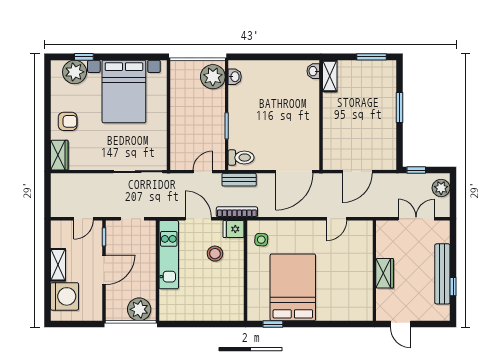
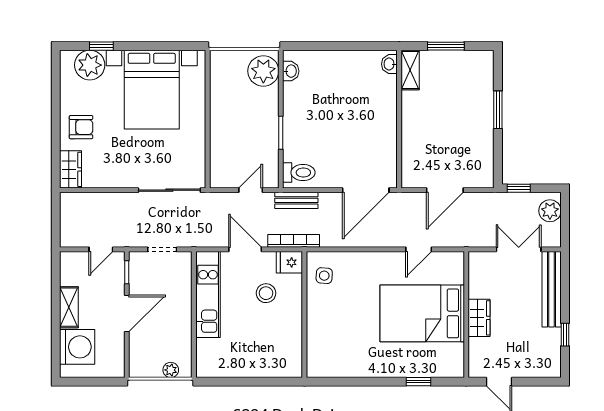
window: (372, 57) -> (446, 46), moved
bench: (442, 274) -> (552, 289), moved
bed: (293, 287) -> (422, 313), moved, turned -90
plant: (139, 309) -> (171, 370), width x0.53, depth x0.53
window: (273, 324) -> (419, 382), moved

